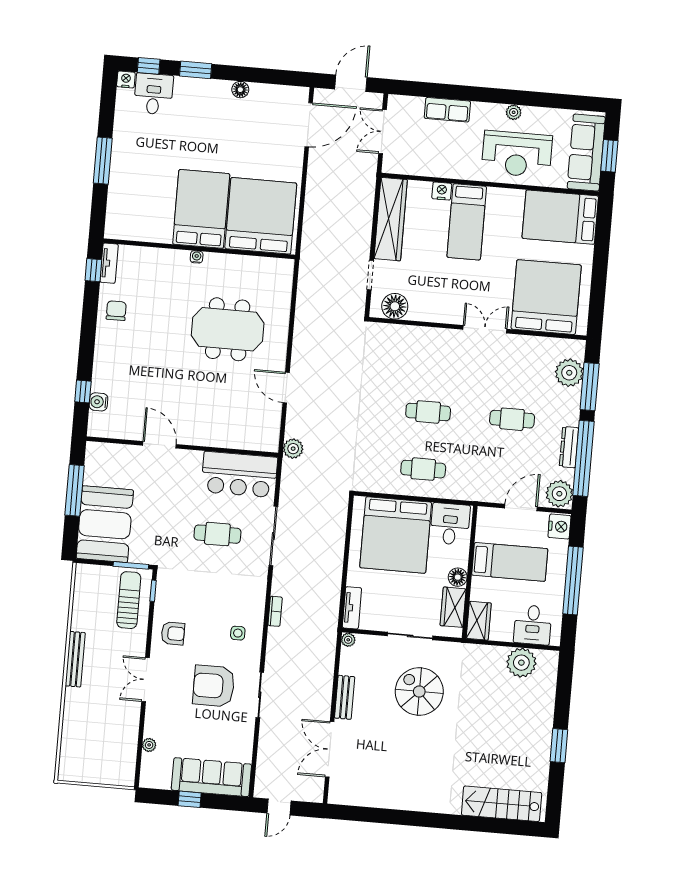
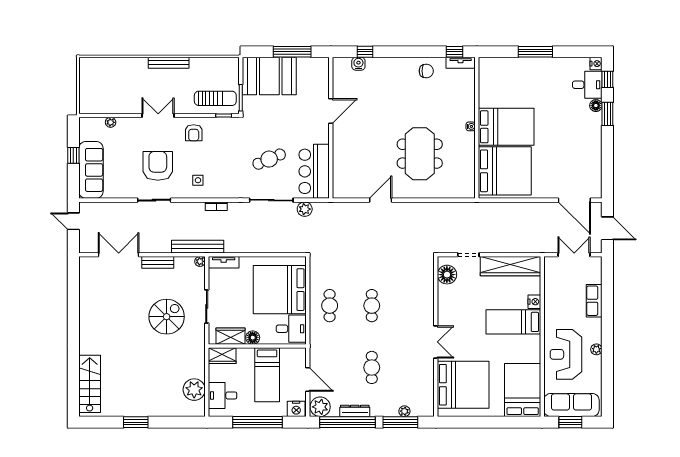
floor lamp: (240, 90) -> (596, 106), moved
plant: (569, 373) -> (404, 411), width x0.53, depth x0.53
plant: (293, 449) -> (305, 209), moved
cafe table: (217, 534) -> (269, 159), turned 67
bench: (328, 641) -> (198, 247), added

